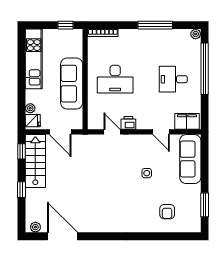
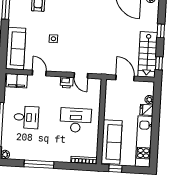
sofa: (72, 84) -> (112, 142), moved
fridge: (33, 121) -> (147, 110), moved

